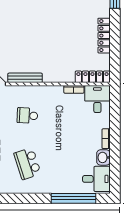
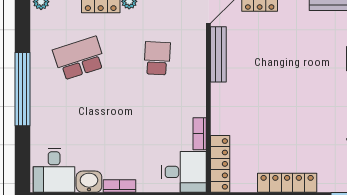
window: (73, 198) -> (23, 89), moved

